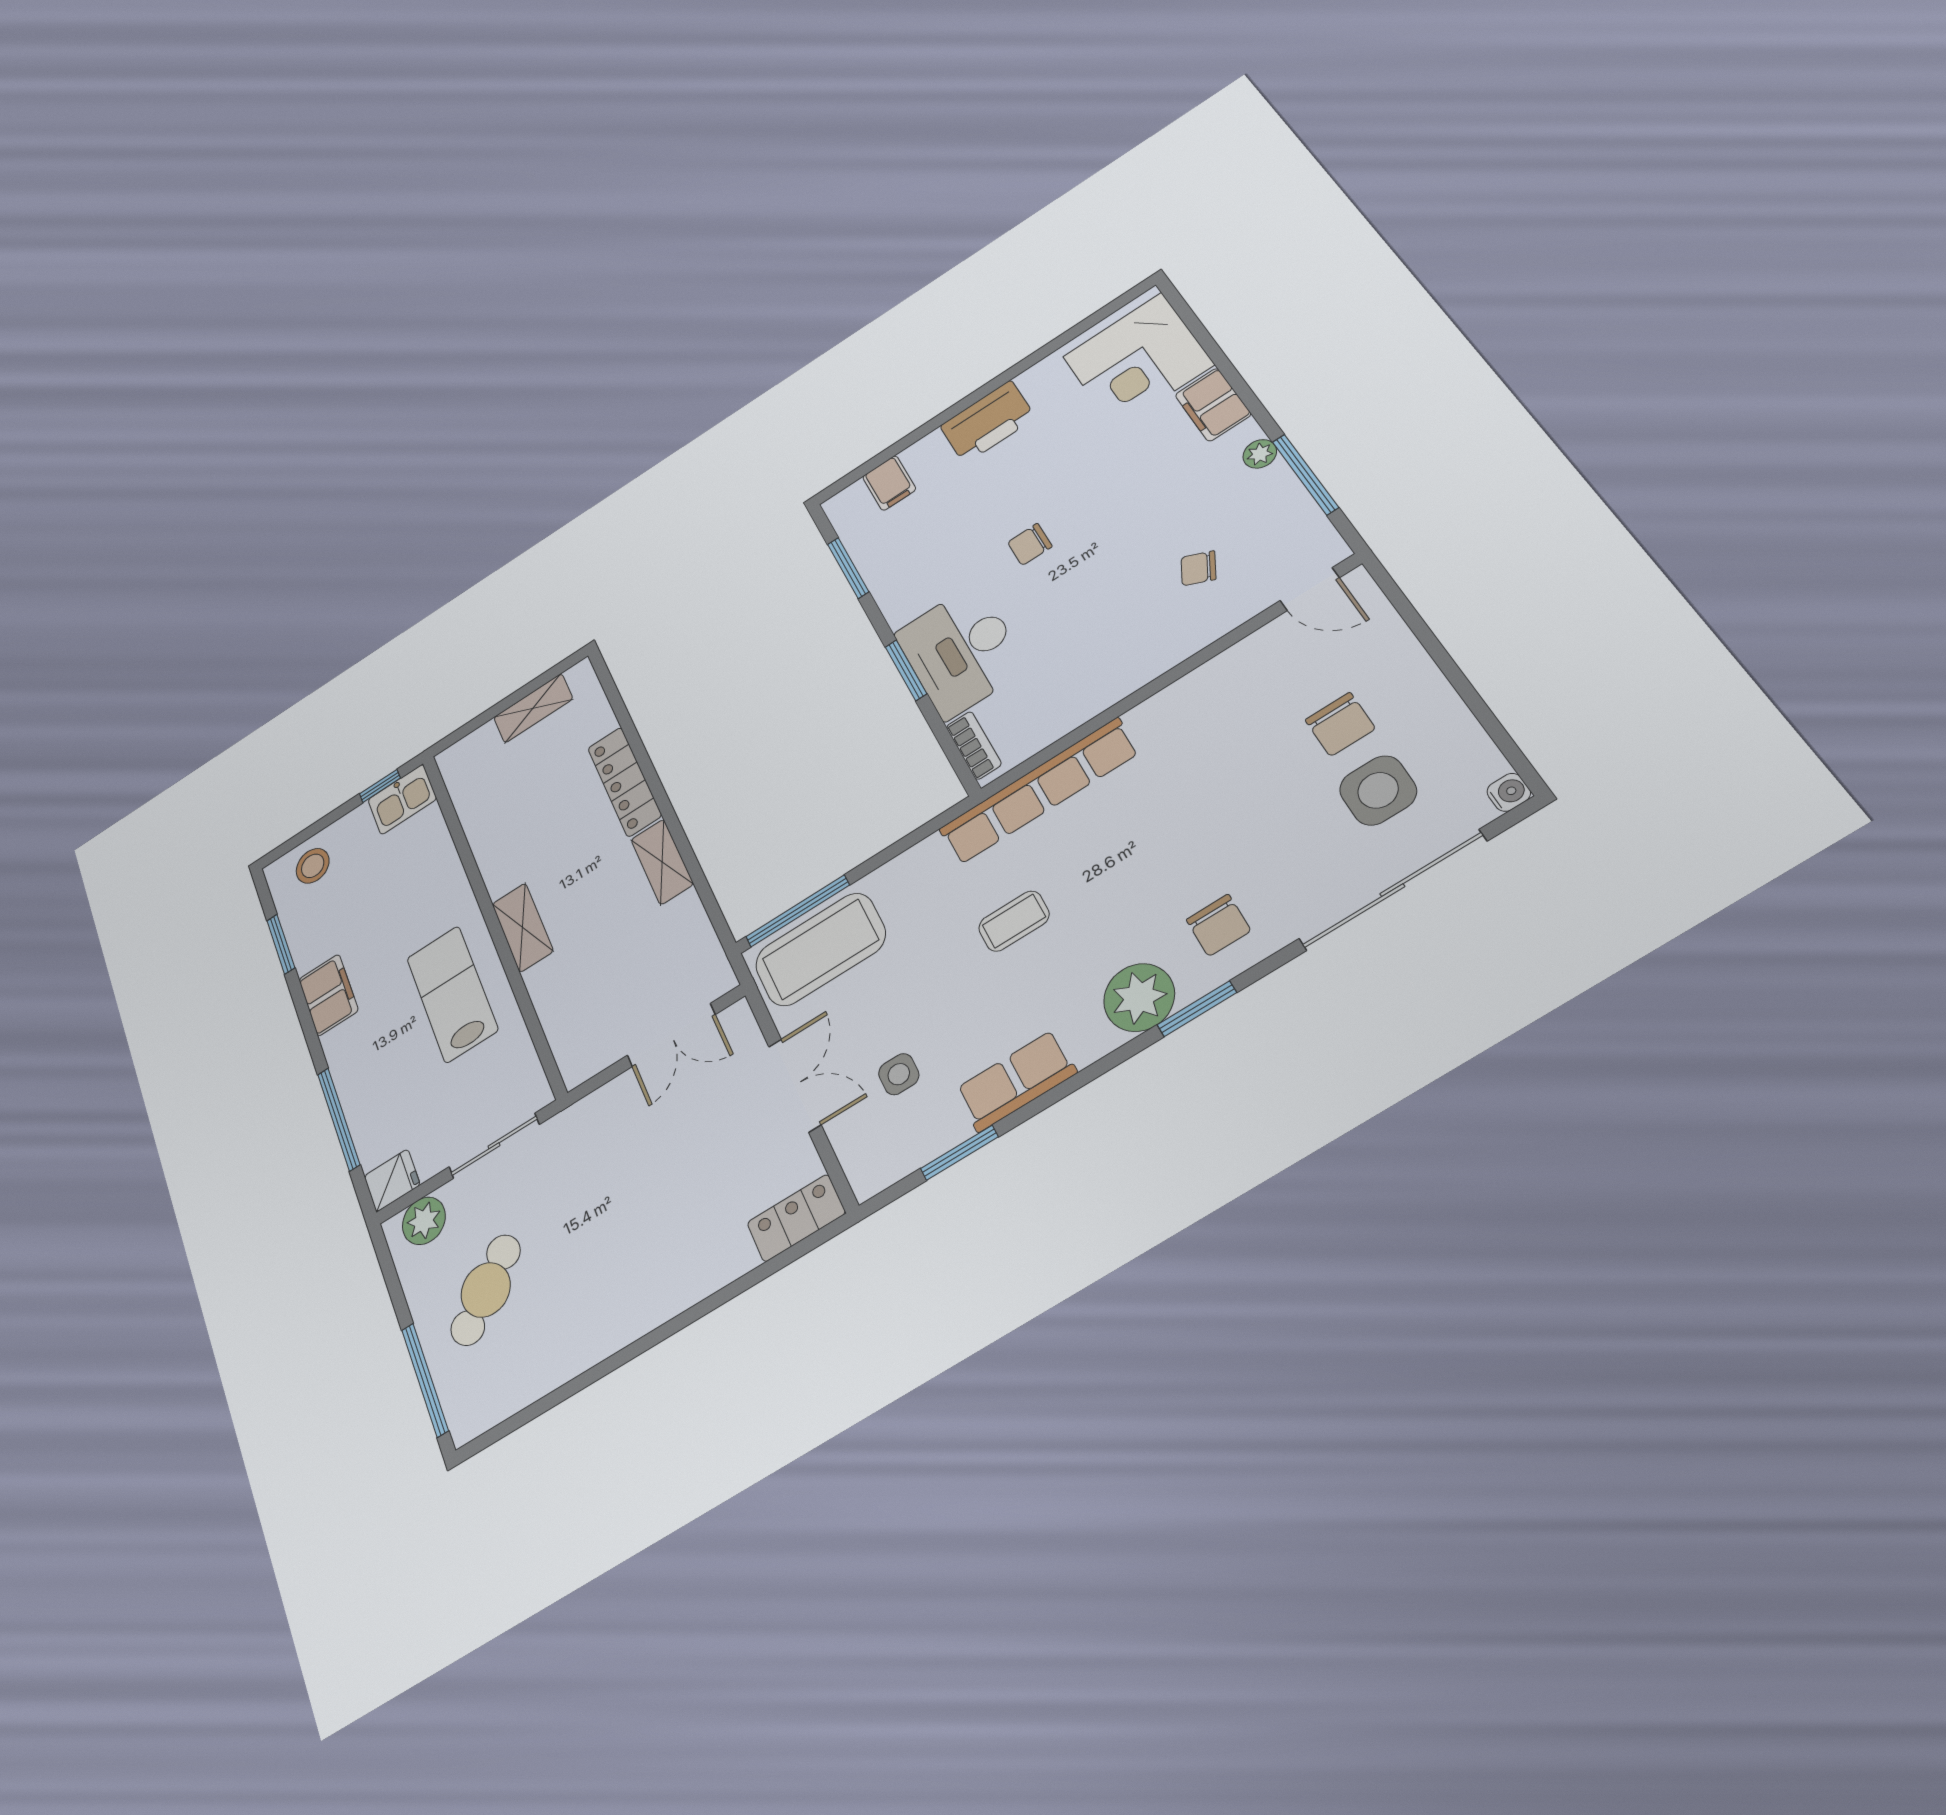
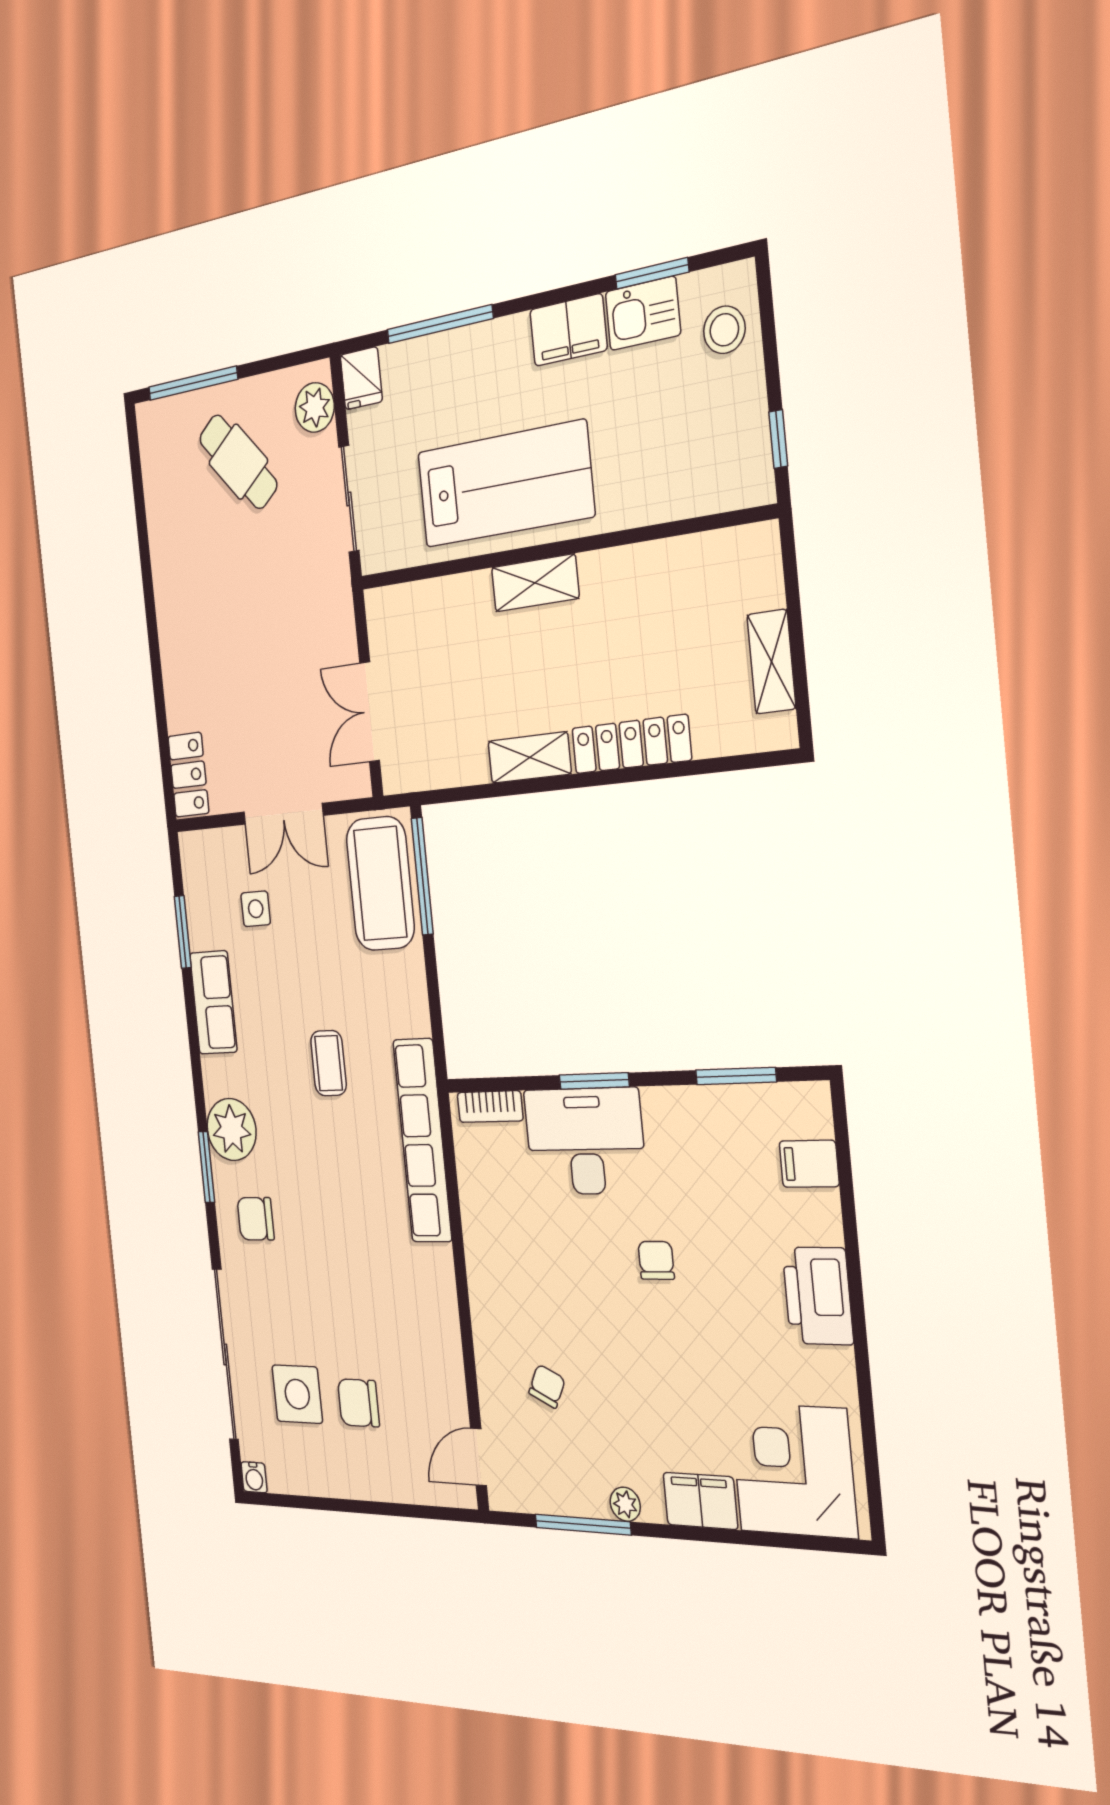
kitchen sink: (402, 799) -> (643, 313), moved, turned -90
lab bench: (452, 994) -> (505, 484), width x1.36, depth x1.39

